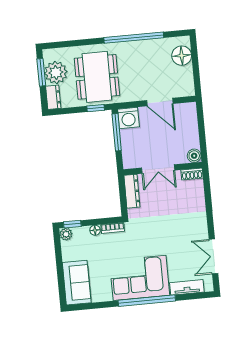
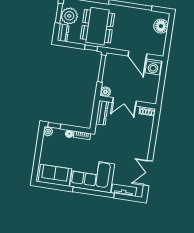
washing machine: (128, 118) -> (153, 67), moved
boiler: (194, 156) -> (105, 92), moved
sofa: (77, 283) -> (55, 175), moved, turned -90

